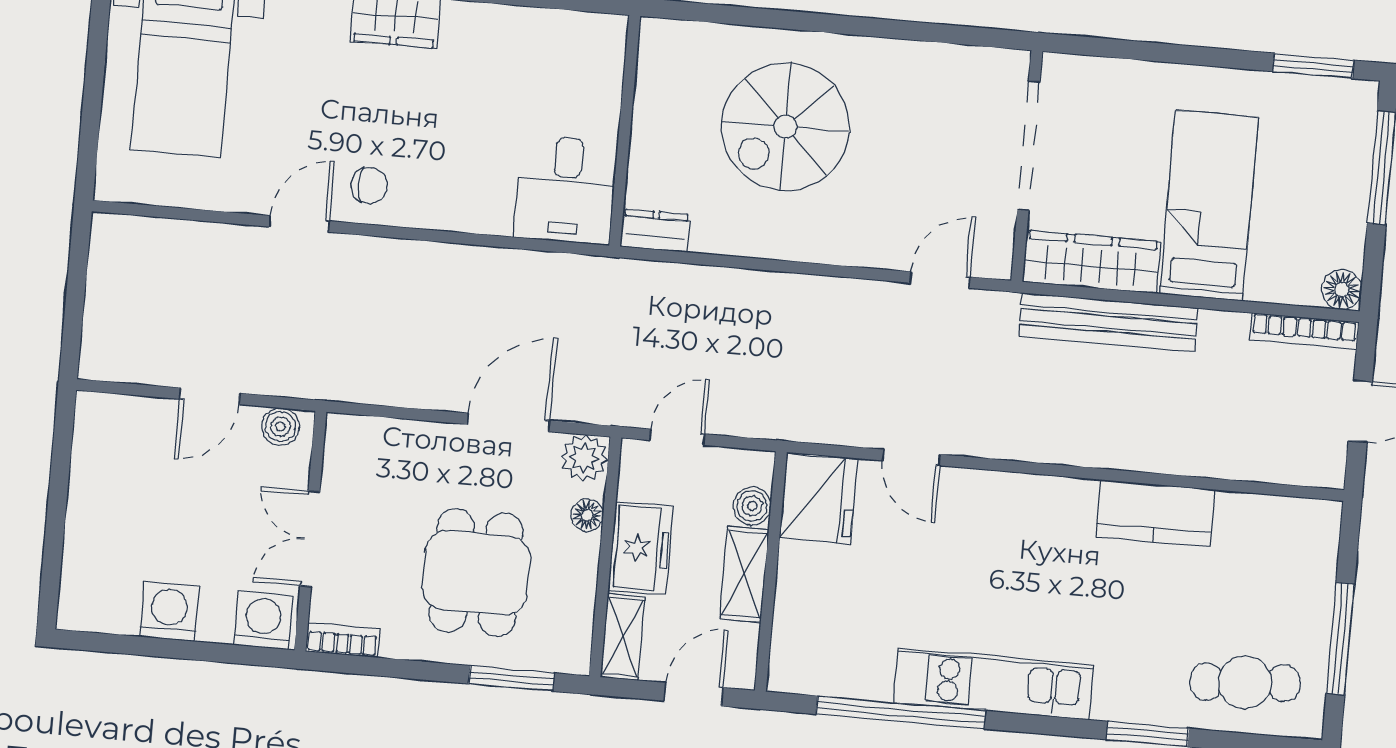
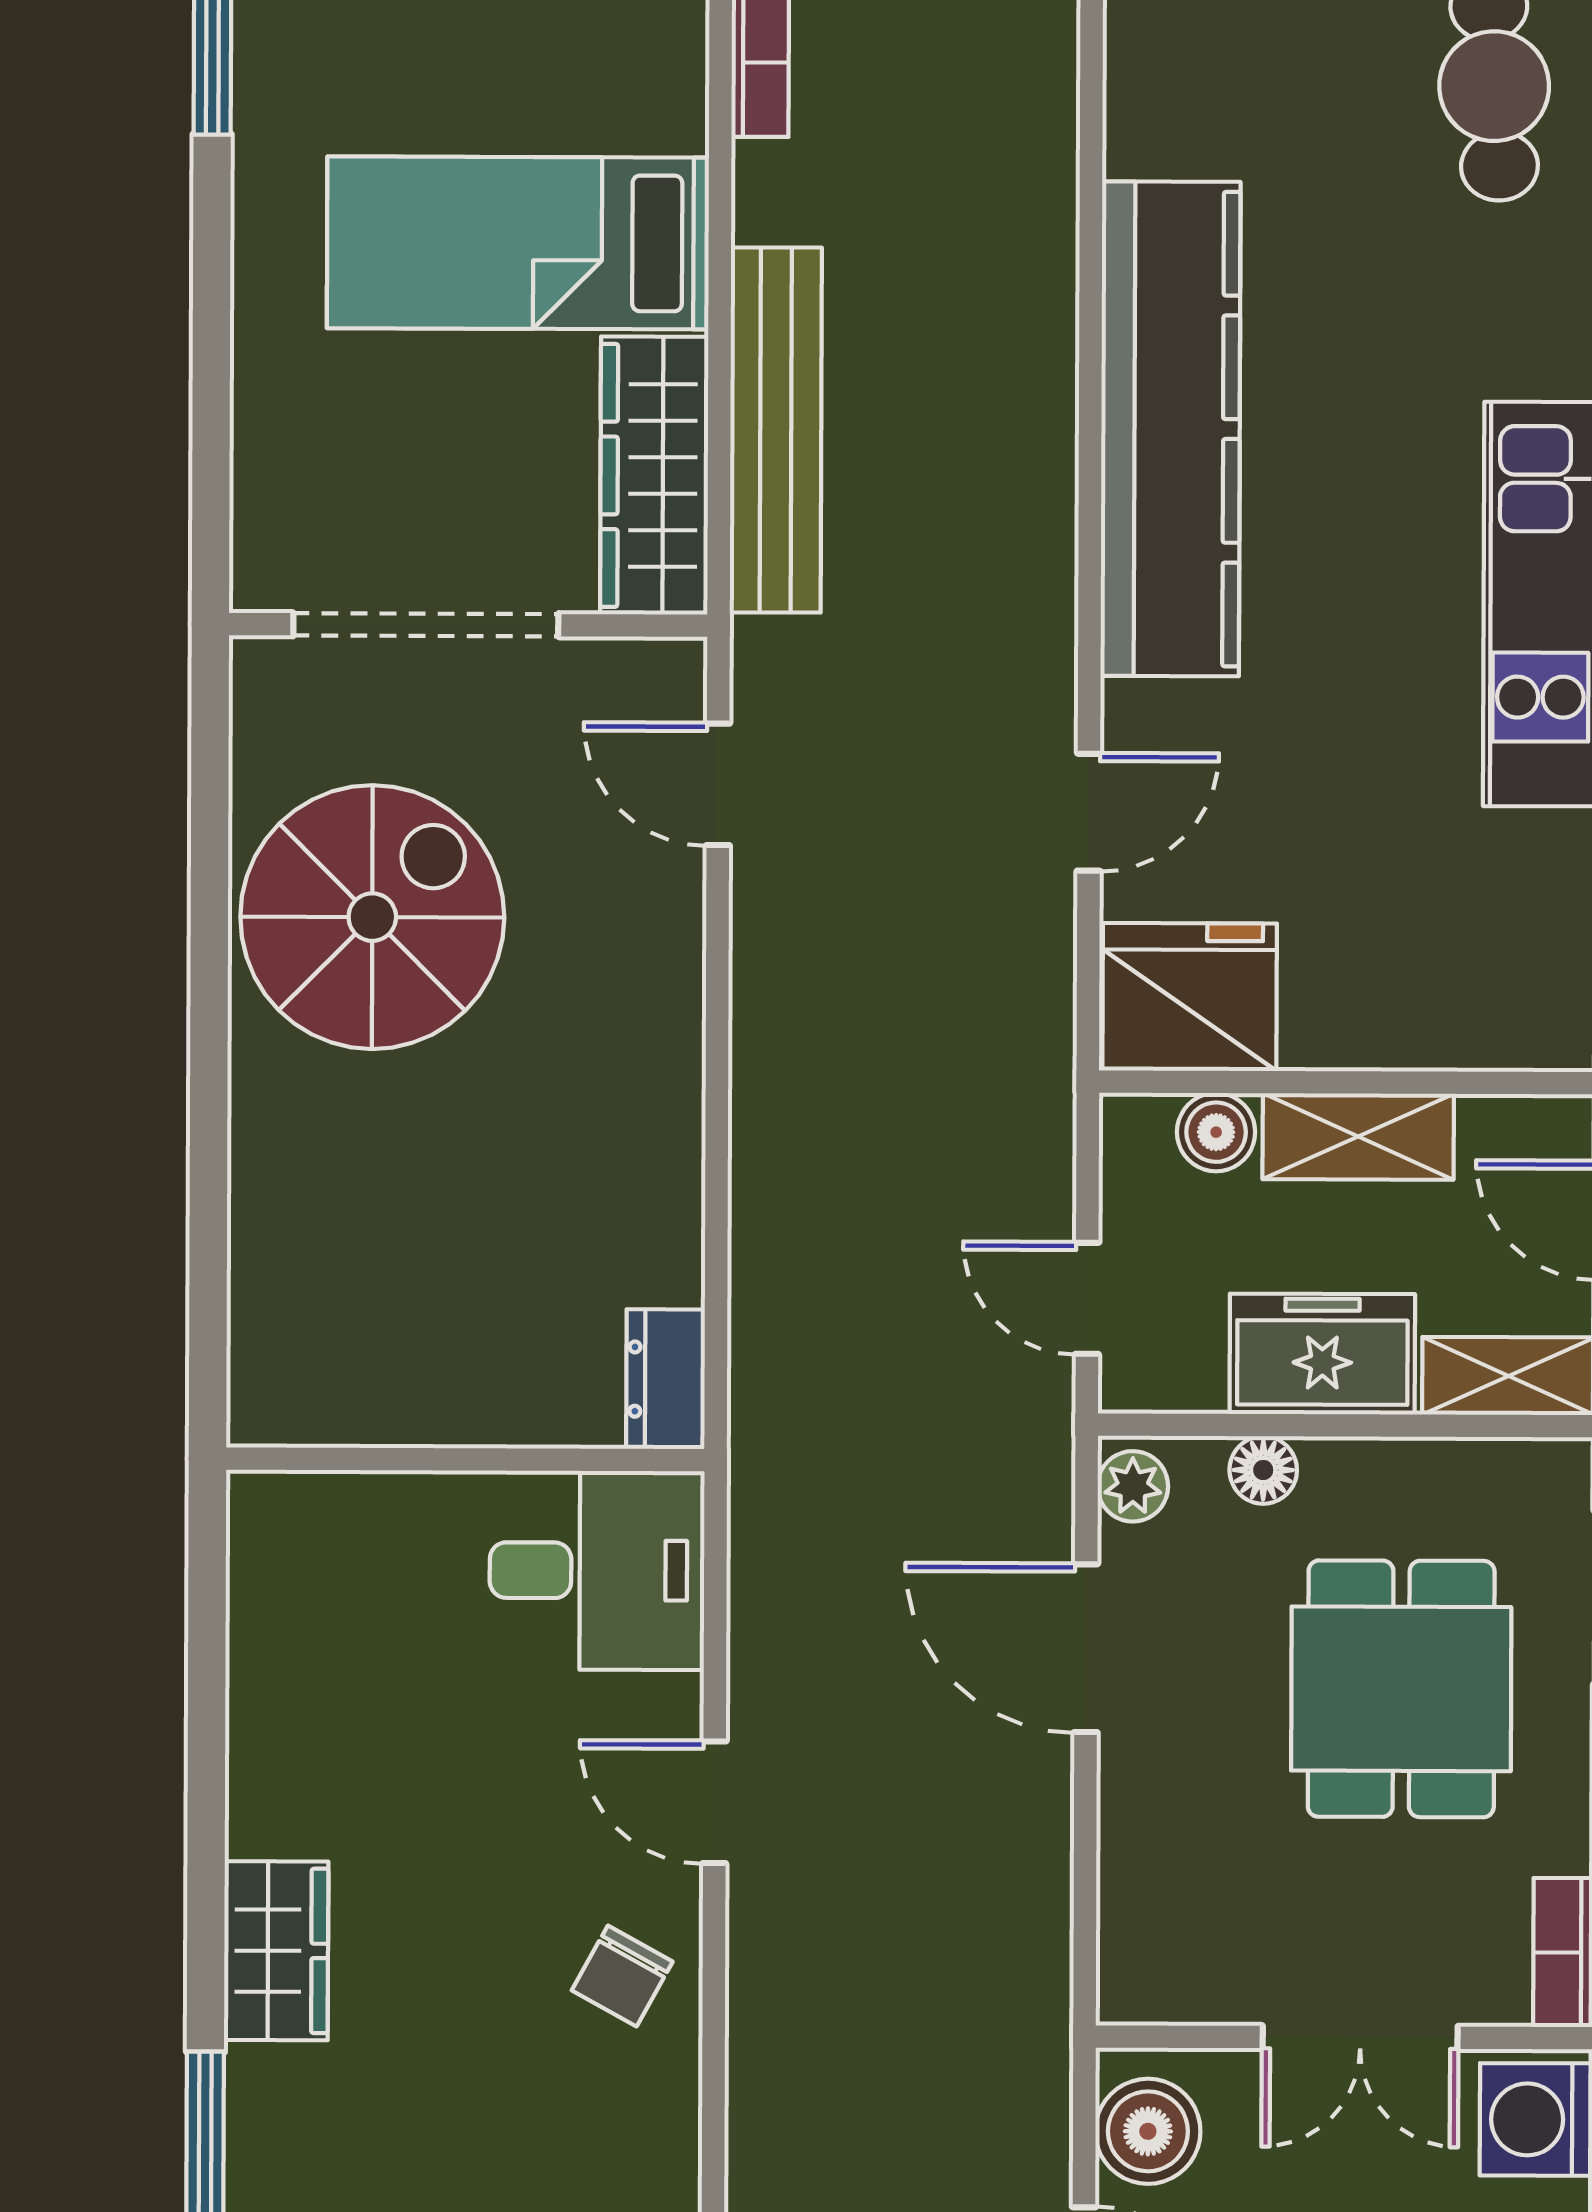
spiral stairs: (785, 127) -> (372, 917), moved, turned -90
chair: (369, 186) -> (622, 1976), turned -151
door: (299, 224) -> (714, 1802), moved
boiler: (280, 427) -> (1148, 2131), width x1.36, depth x1.36
plant: (584, 458) -> (1133, 1486), width x0.73, depth x0.73
kitchen counter: (1155, 513) -> (1170, 429), width x2.08, depth x1.17
dining table: (476, 573) -> (1401, 1689), turned 90

